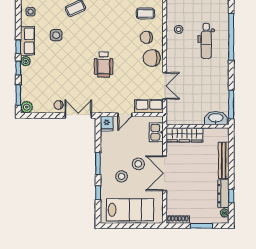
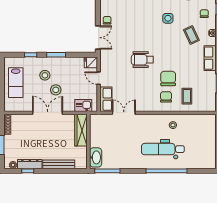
dental chair: (206, 41) -> (163, 149), width x1.36, depth x1.38
chair: (152, 58) -> (168, 78), moved
double door: (165, 86) -> (124, 113), swing flipped
lab bench: (130, 210) -> (16, 83), width x0.73, depth x0.72

